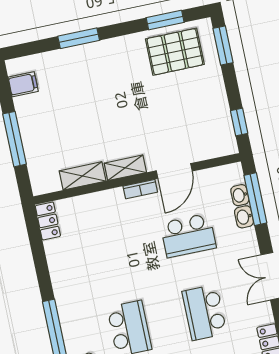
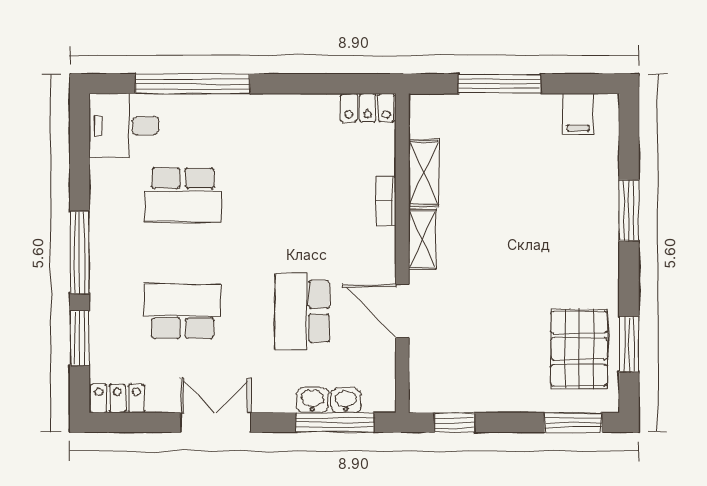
bookcase: (140, 189) -> (386, 201), moved

